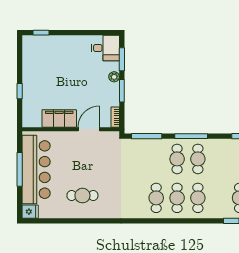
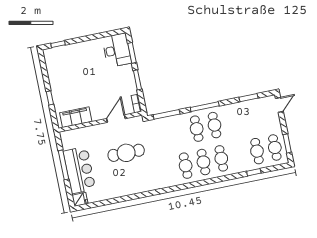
desk: (105, 48) -> (117, 50), width x1.37
plant: (114, 77) -> (128, 69), removed
filing cabinet: (59, 118) -> (76, 117), moved
bar counter: (36, 170) -> (79, 170), width x0.73
cafe table: (82, 196) -> (126, 153), moved, width x1.37, depth x1.35

